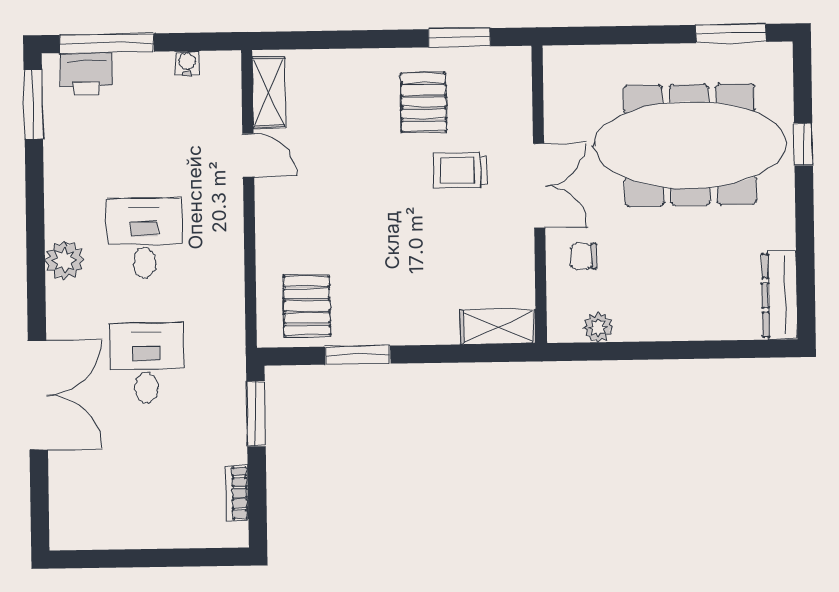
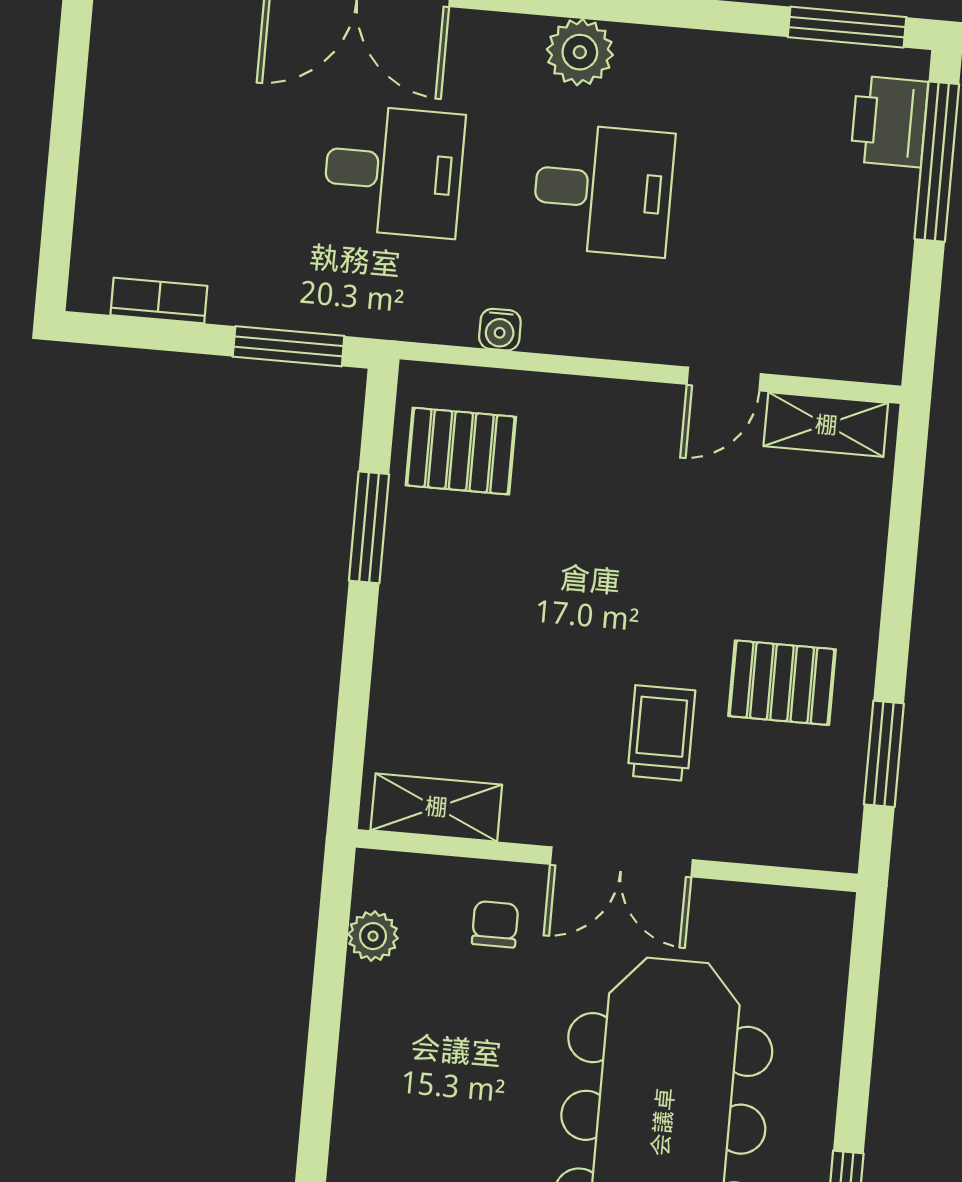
water cooler: (187, 63) -> (500, 330), moved, turned 90
shelving: (498, 327) -> (436, 807), moved, turned 90

